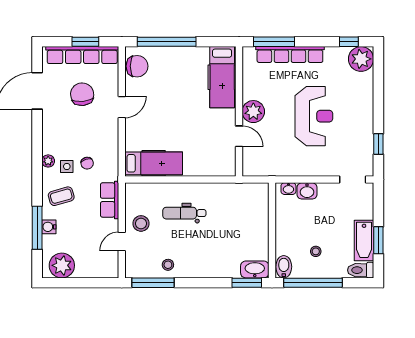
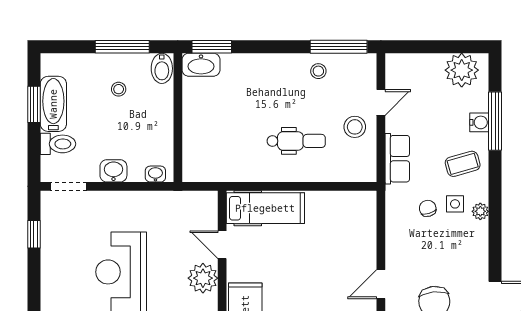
hospital bed: (154, 163) -> (265, 208), moved, turned 180
washbasin: (307, 191) -> (113, 171), moved
toilet: (361, 270) -> (58, 144), moved
window: (313, 283) -> (122, 47), width x0.68

